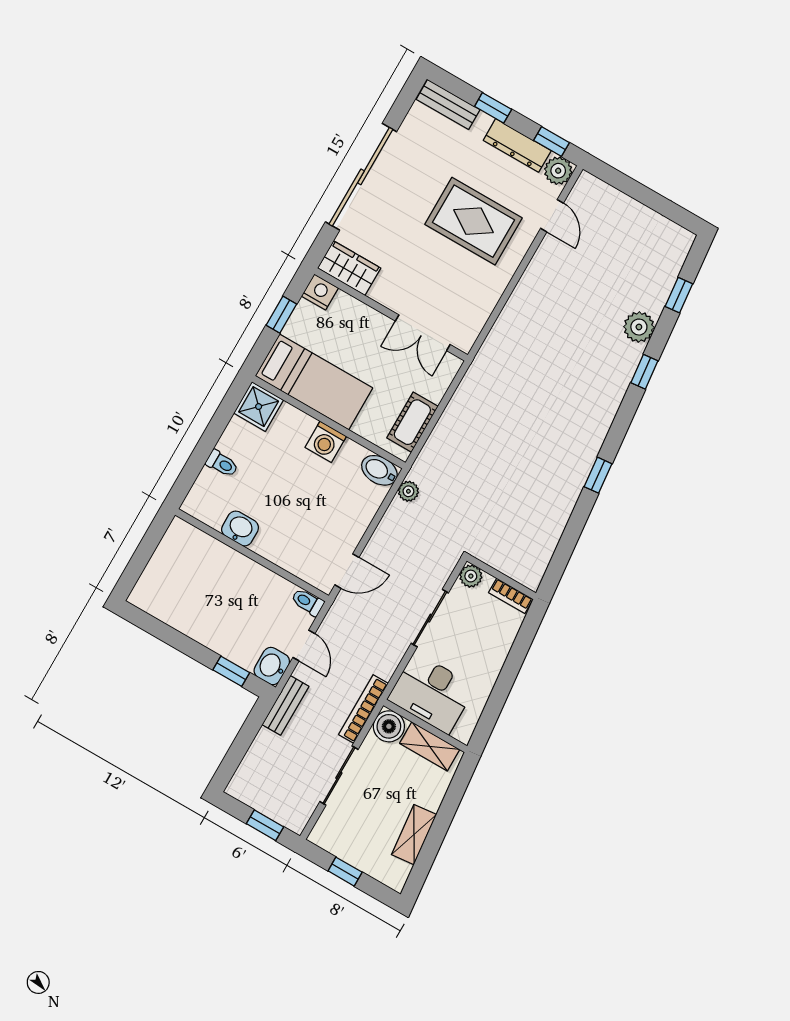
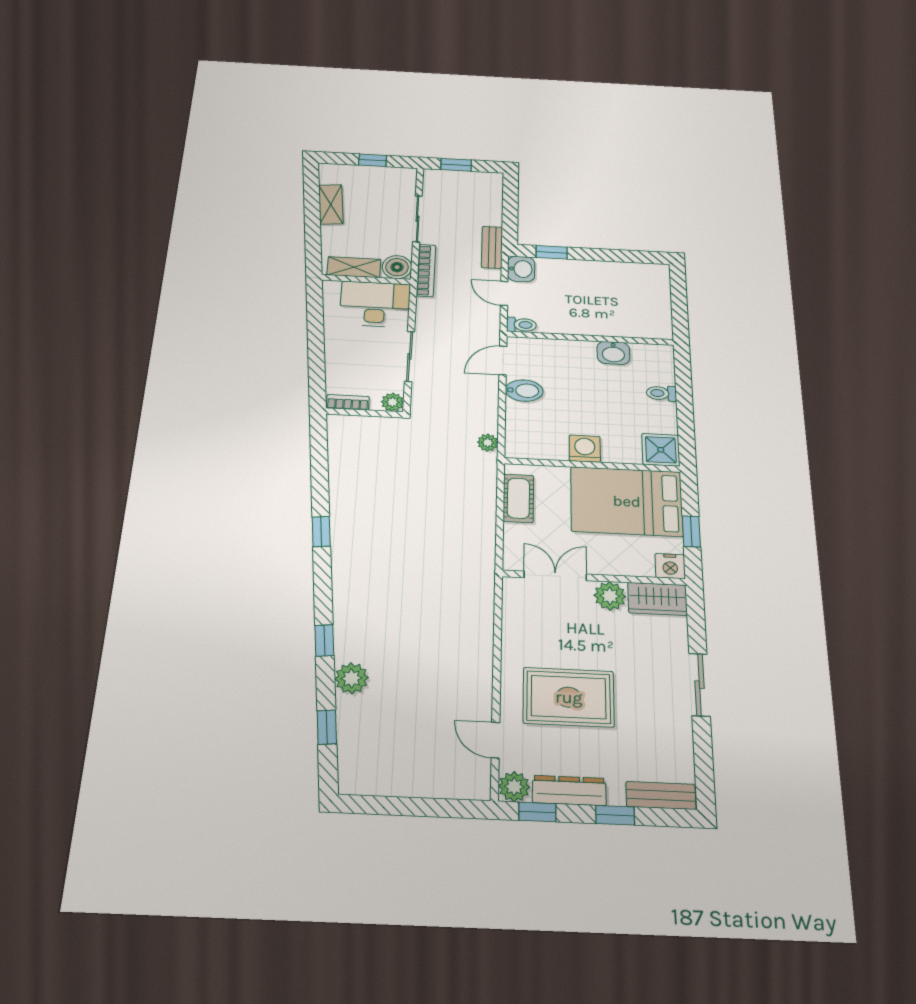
sliding door: (361, 177) -> (700, 685), width x0.54
plant: (388, 291) -> (610, 596), added
bed: (314, 382) -> (627, 501), width x1.50
bidet: (379, 470) -> (524, 391), moved

